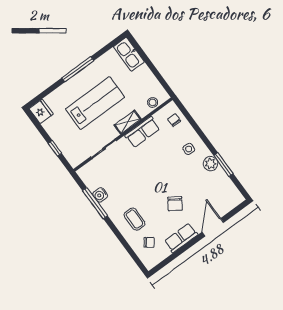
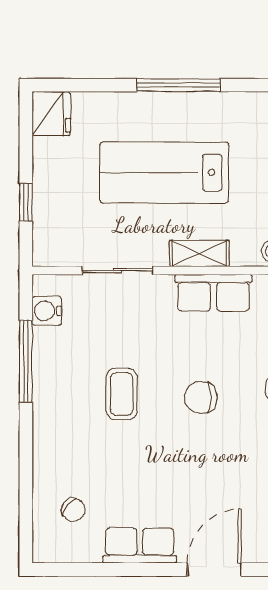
lab bench: (95, 103) -> (164, 172), turned 180
water cooler: (100, 195) -> (47, 311), moved
chair: (175, 204) -> (201, 397), moved, turned 57
coffee table: (134, 219) -> (122, 394), moved

